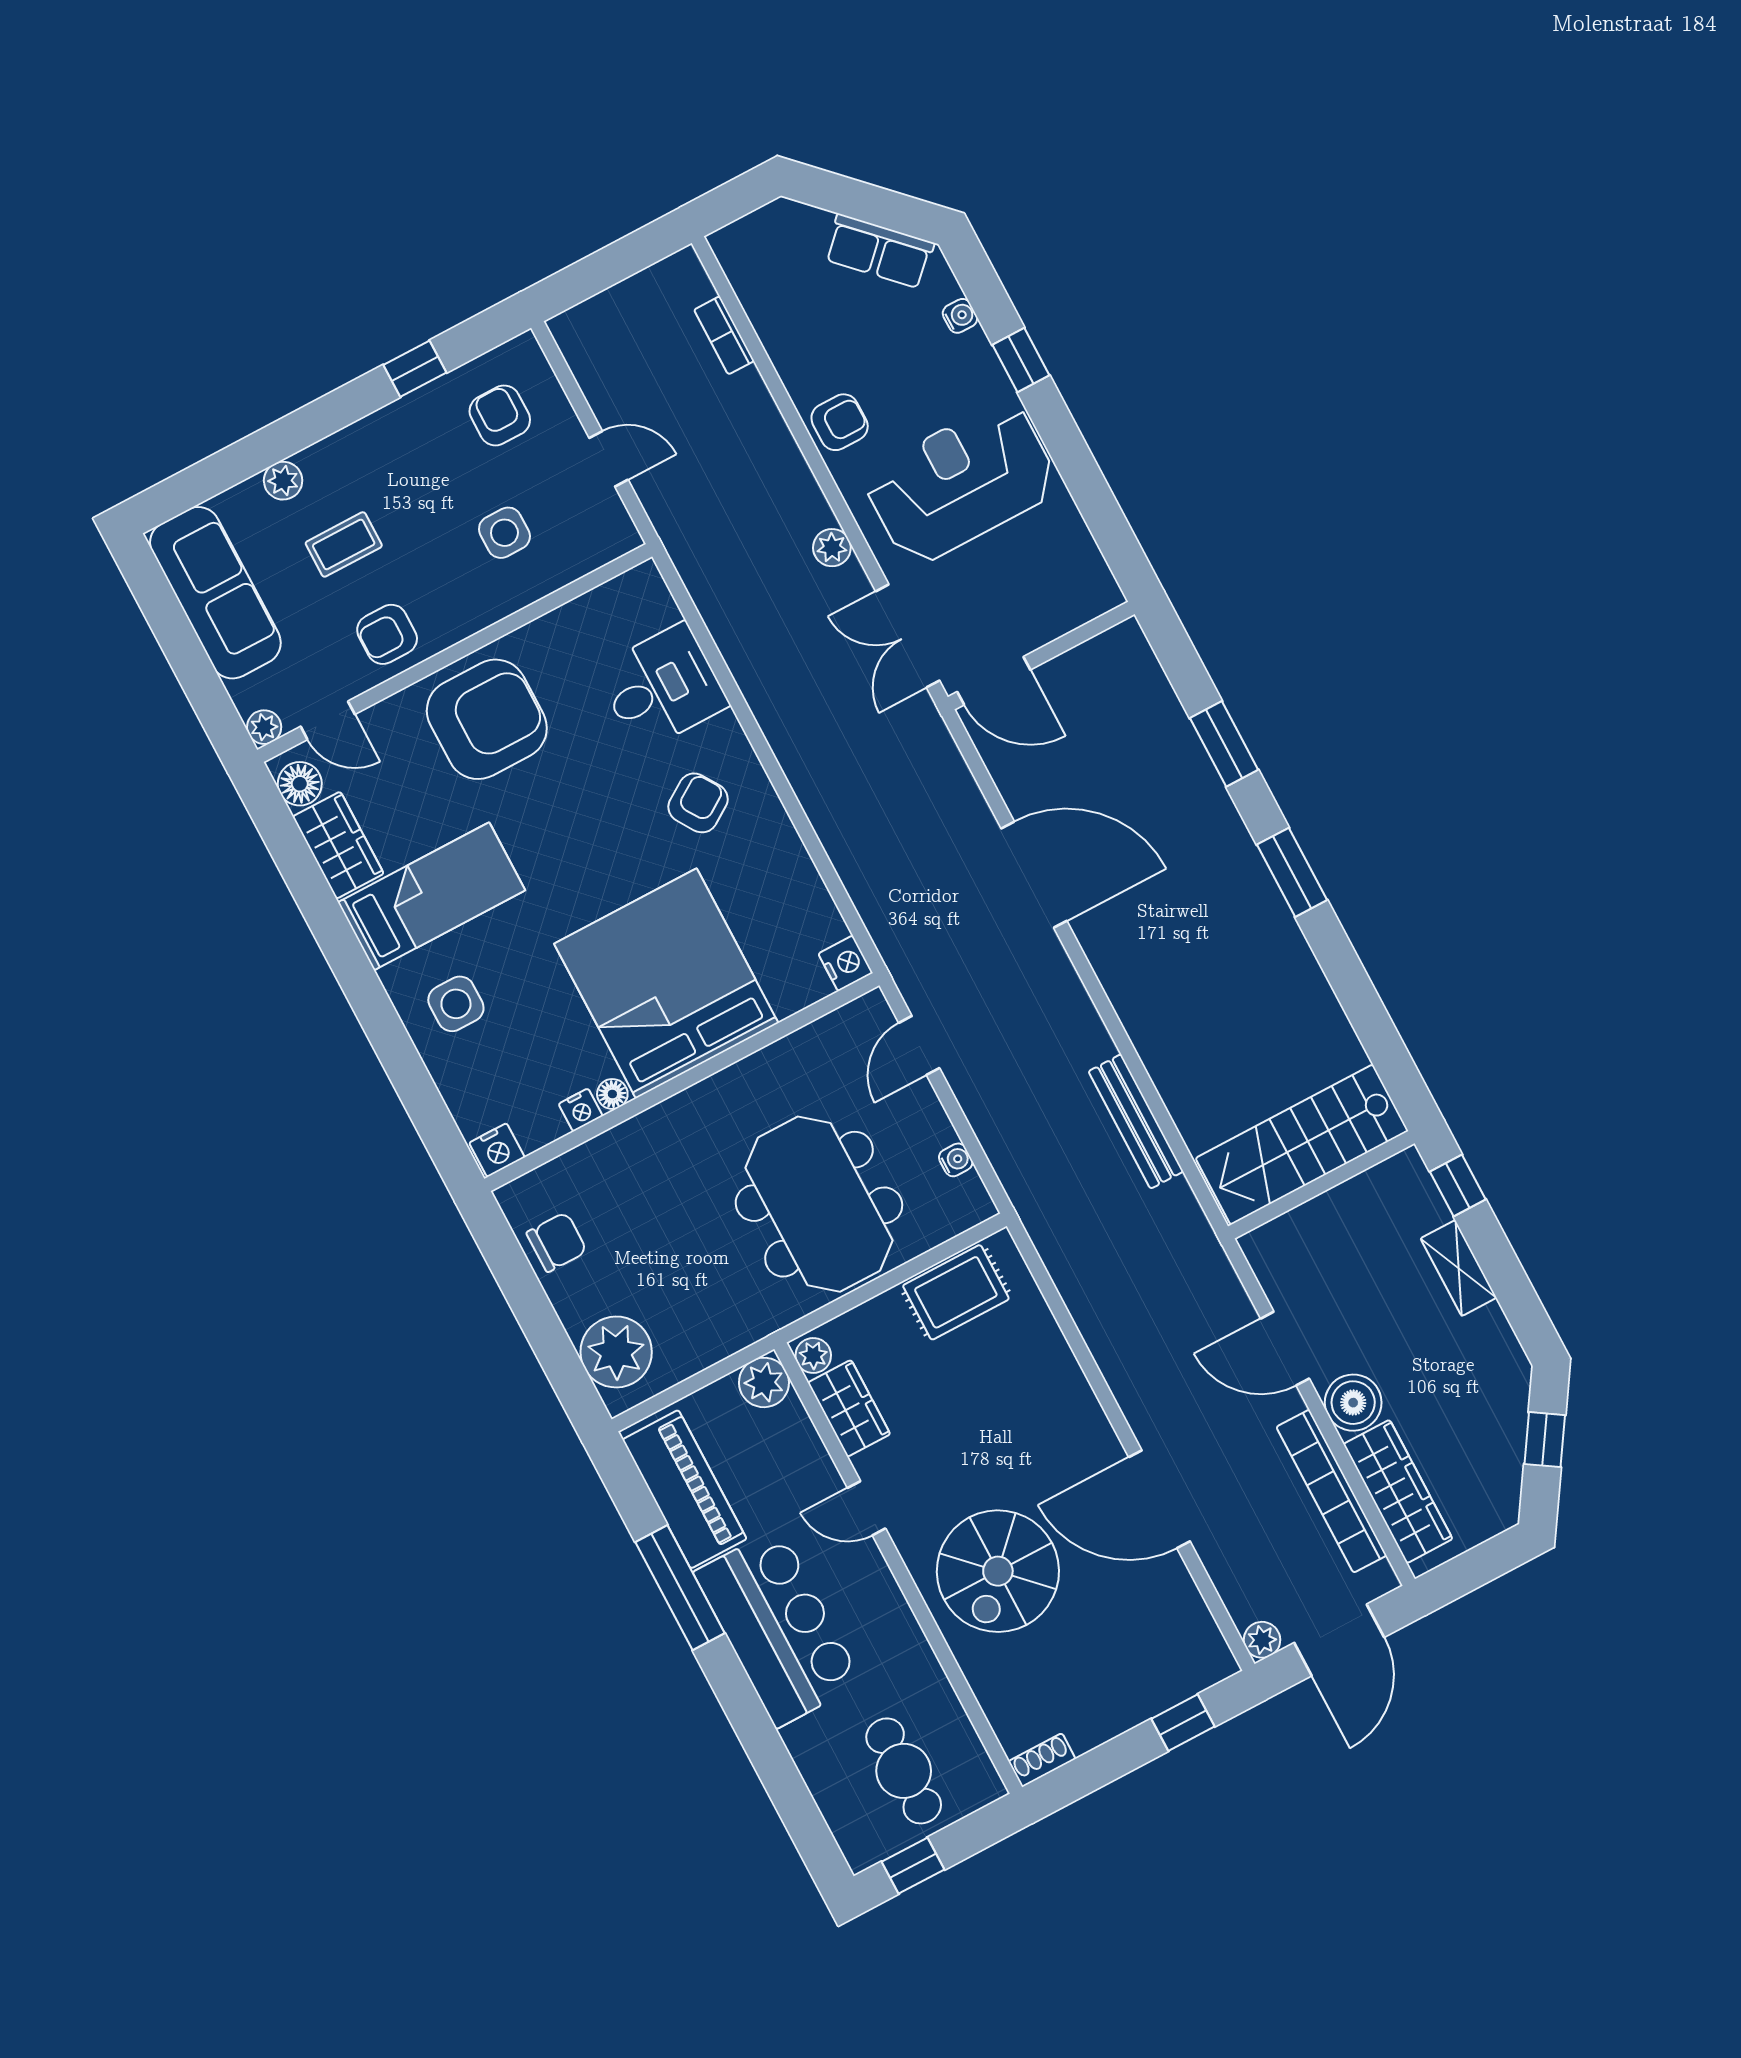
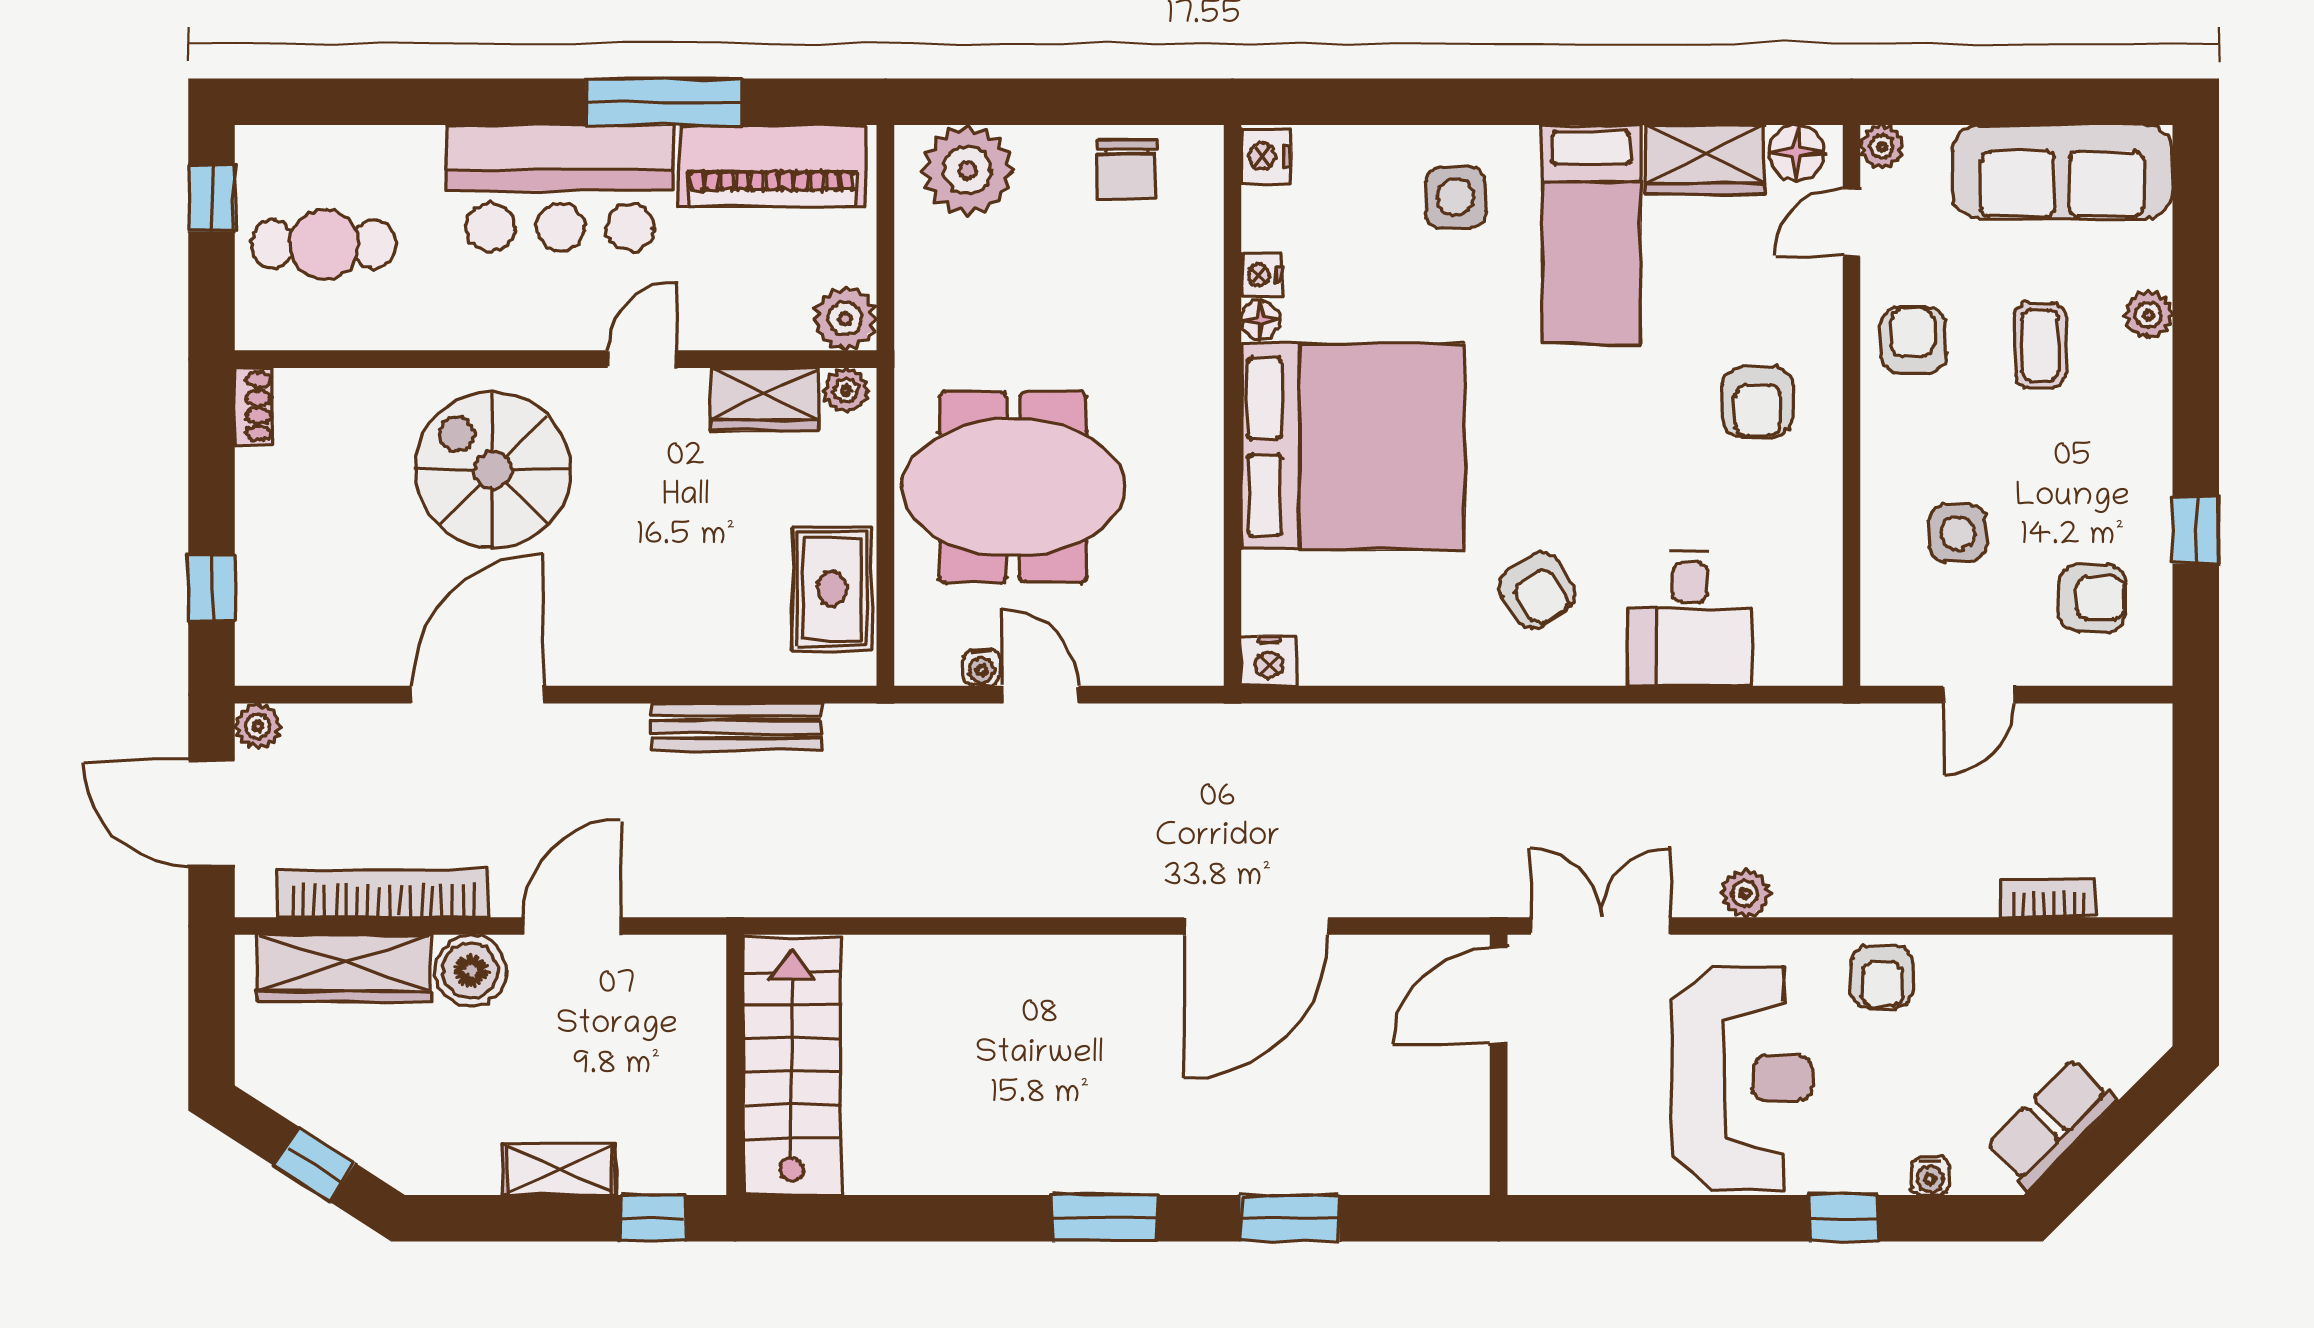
armchair: (487, 719) -> (1758, 402), width x0.53, depth x0.53
door: (919, 1045) -> (1041, 695), moved
bench: (1136, 1121) -> (736, 727), moved

